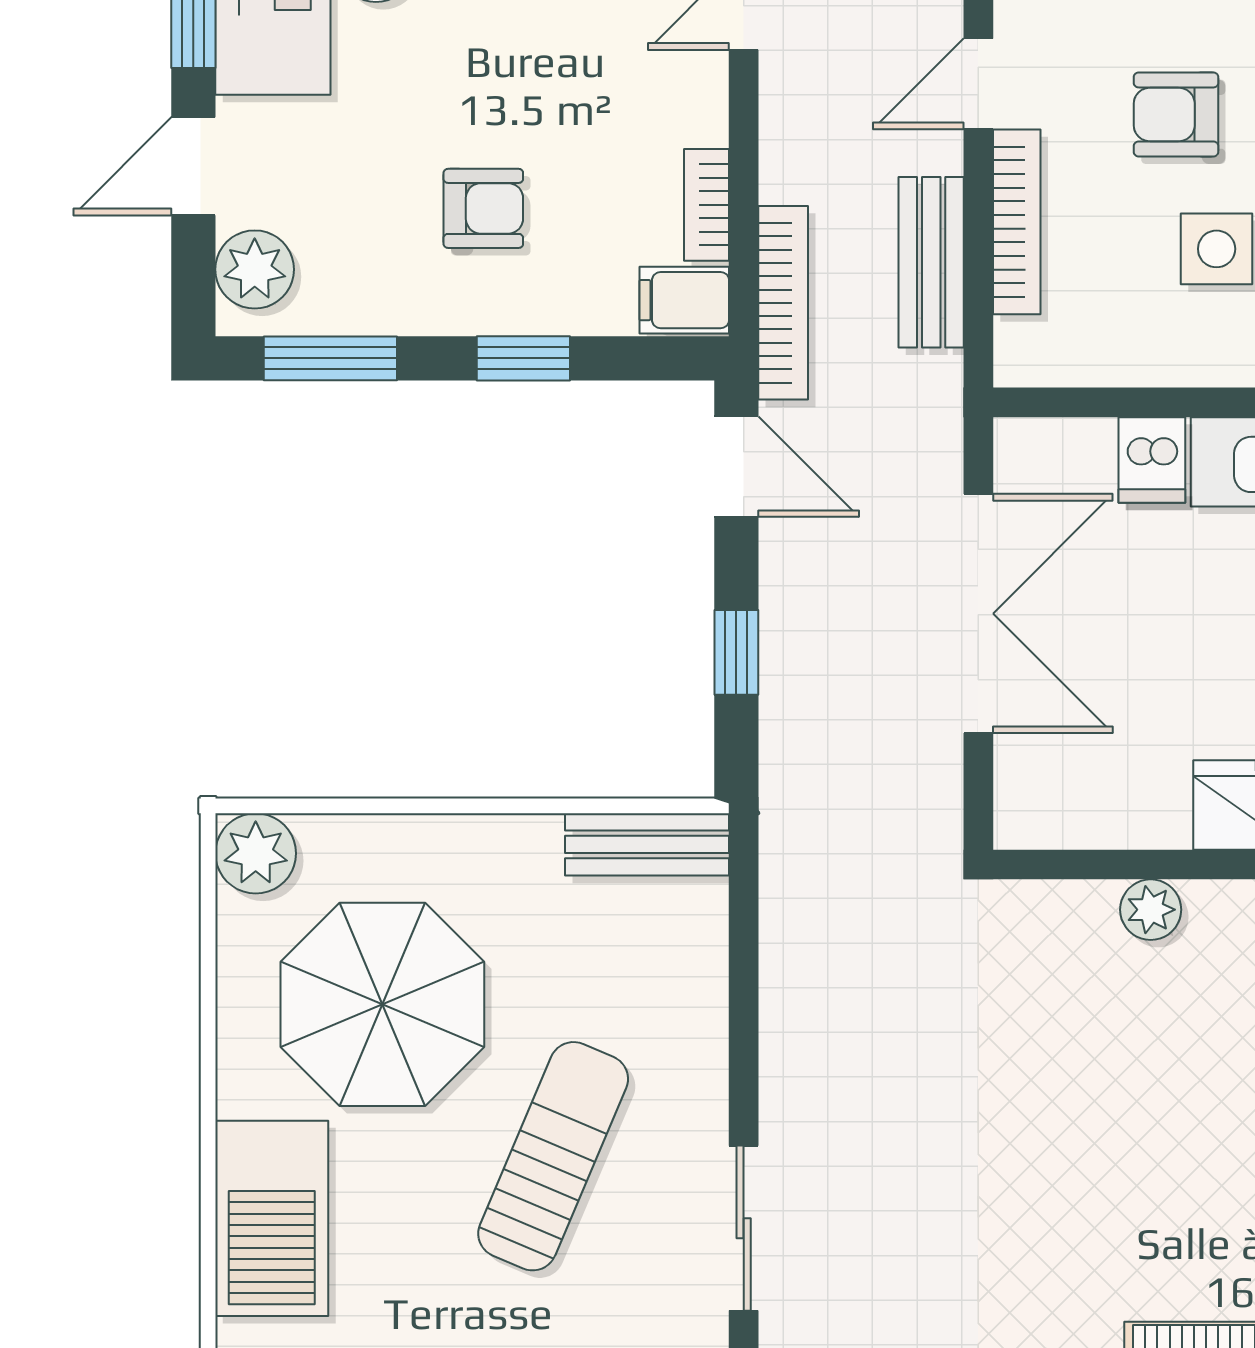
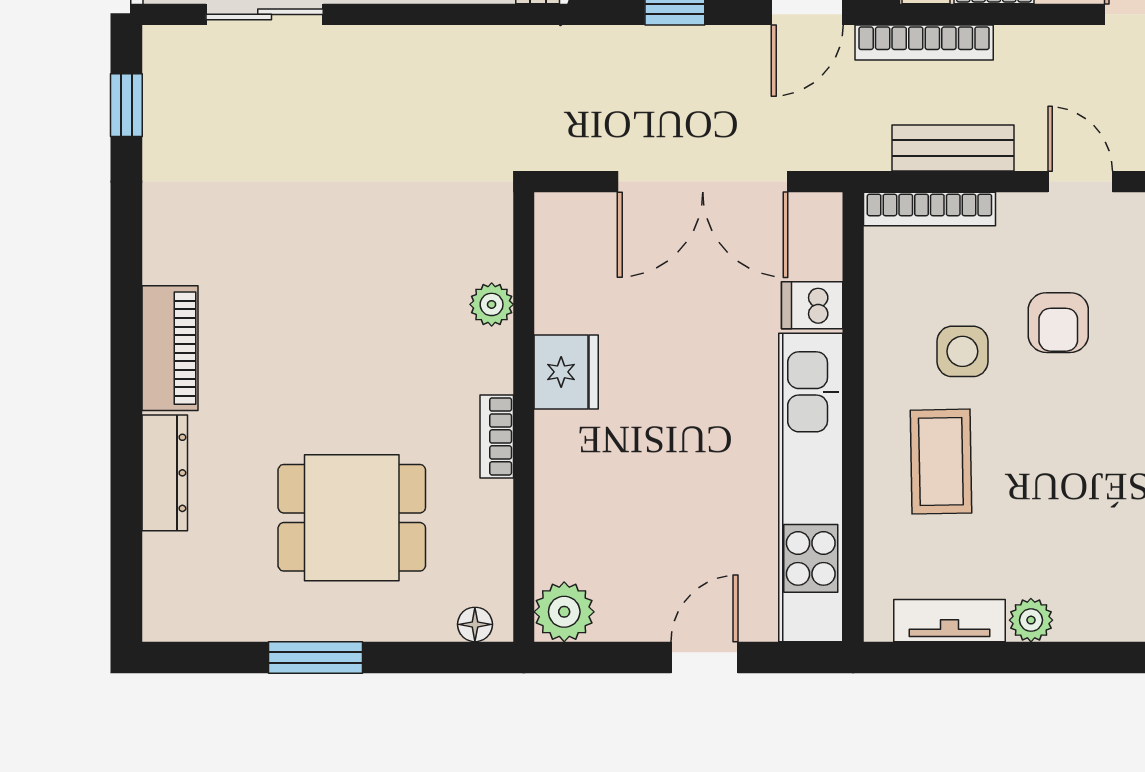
armchair: (1176, 114) -> (1058, 323), turned 180
bookcase: (1017, 222) -> (929, 209), moved

